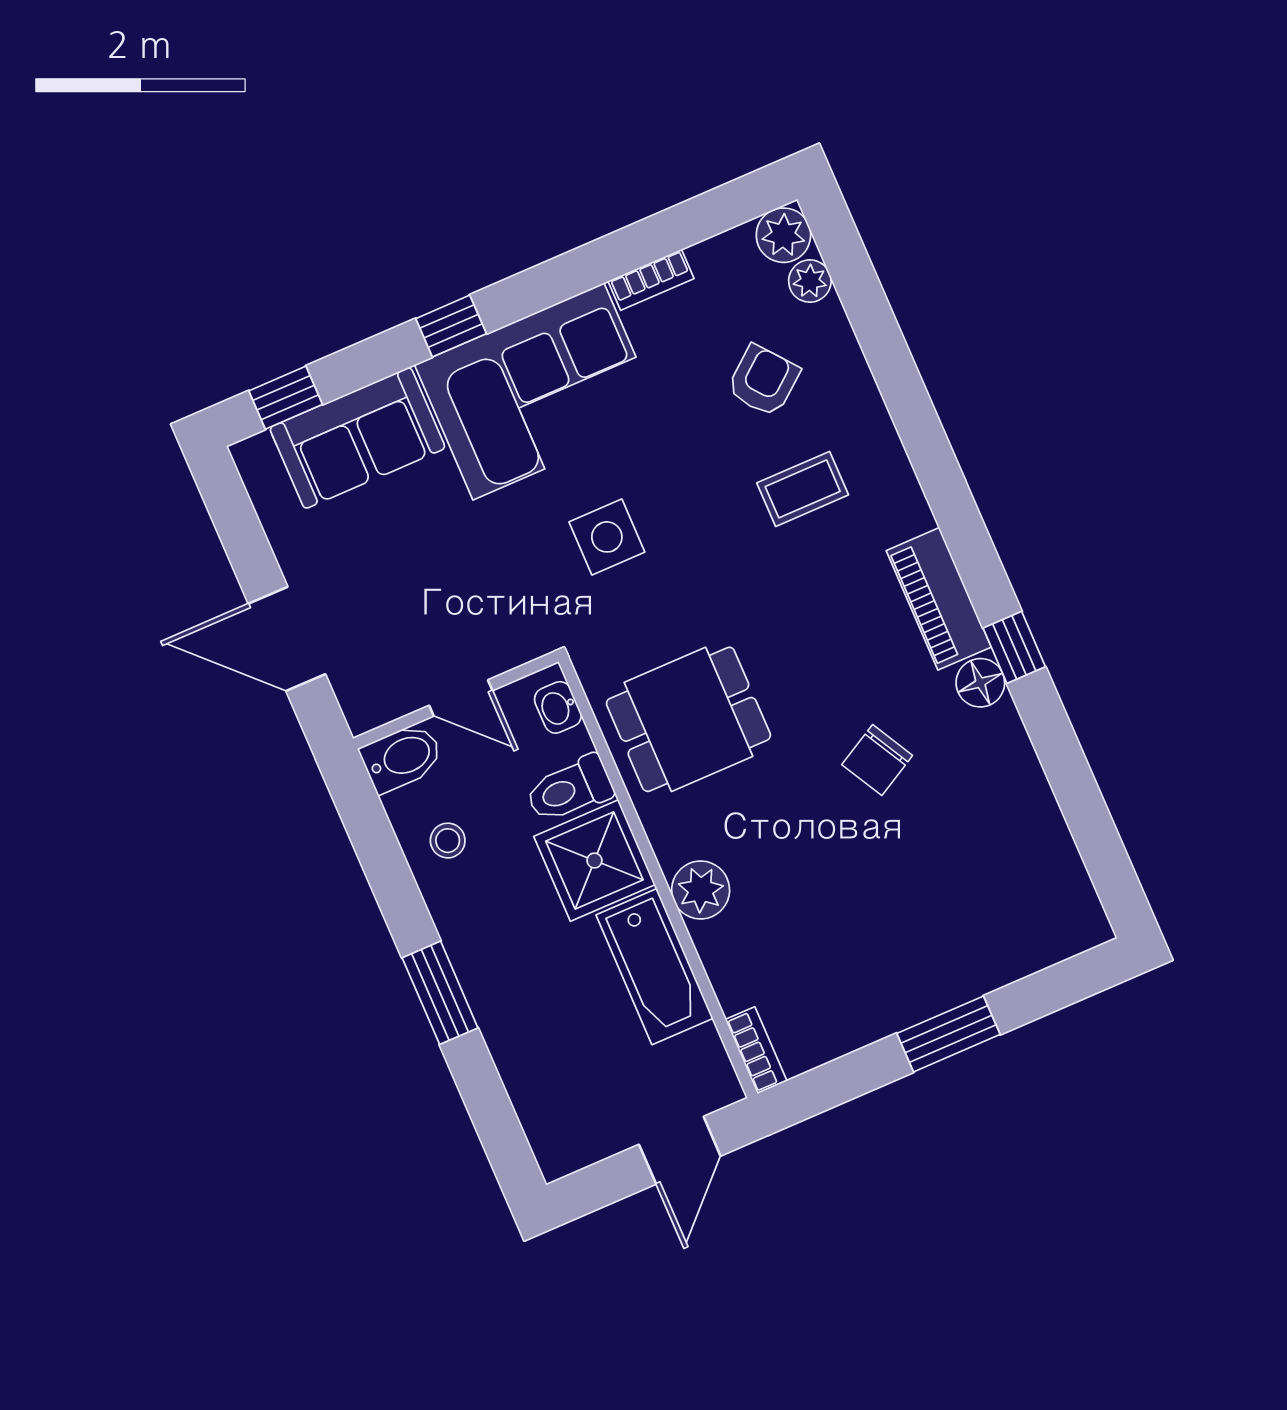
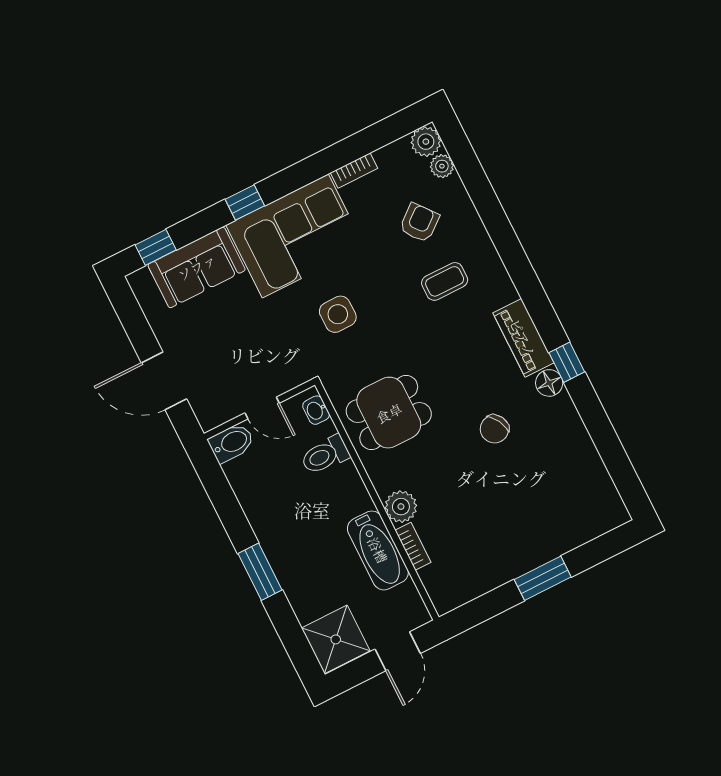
stool: (448, 841) -> (259, 487), removed
shower: (594, 861) -> (336, 639), moved
bookcase: (756, 1050) -> (413, 546), moved

